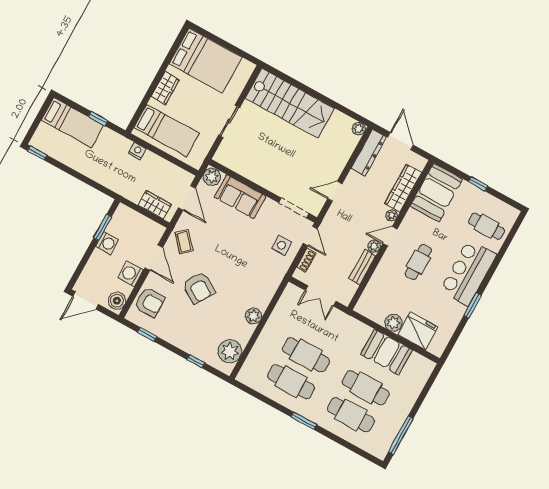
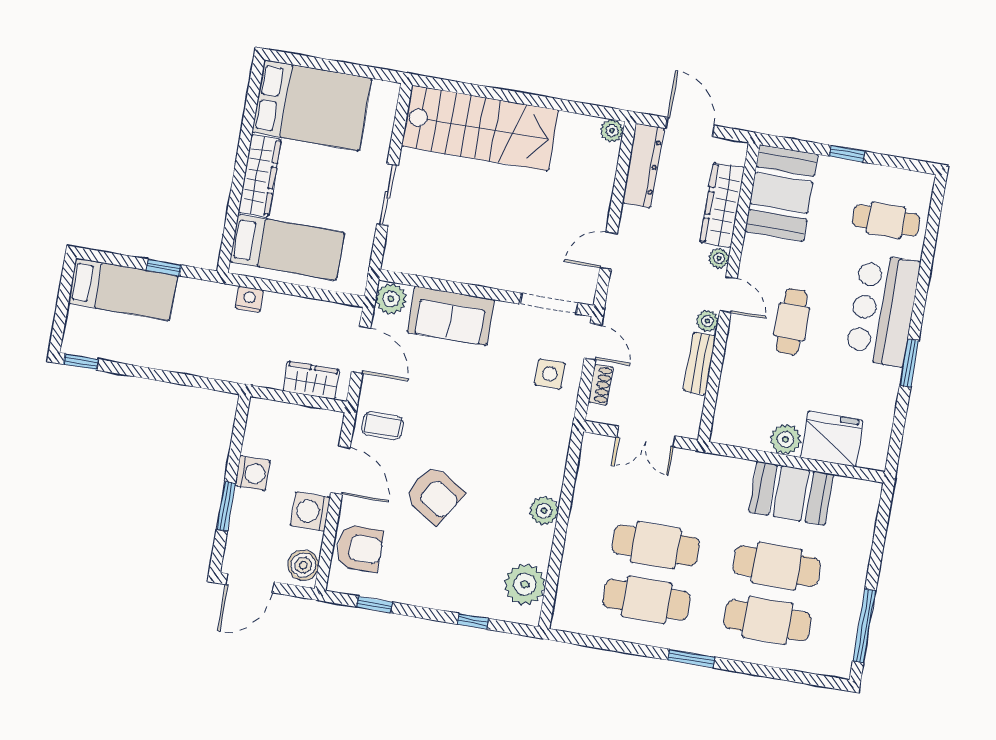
wardrobe: (165, 88) -> (260, 176), width x1.50
window: (103, 227) -> (226, 506), moved
door: (390, 236) -> (728, 295), swing flipped
coffee table: (184, 242) -> (382, 426), turned -48

